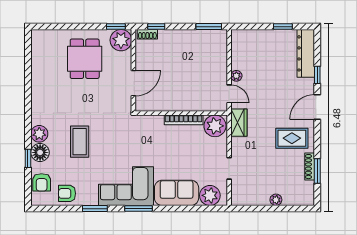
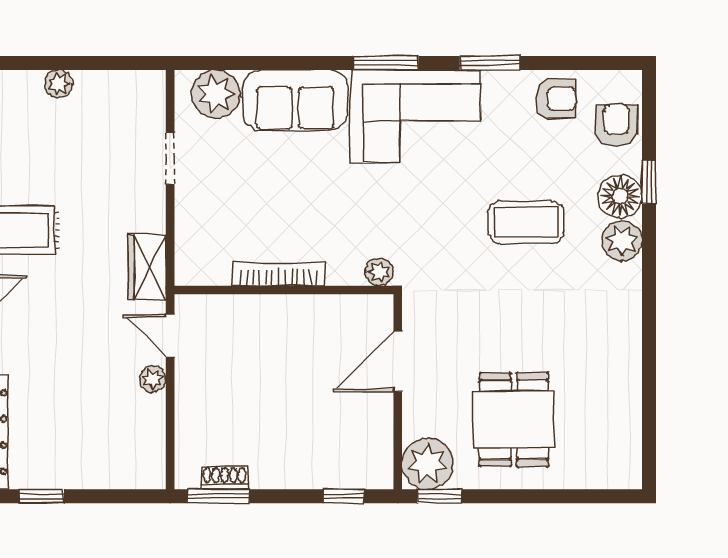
shoe rack: (147, 34) -> (225, 478), moved
plant: (215, 126) -> (379, 272), moved, width x0.53, depth x0.53
coffee table: (80, 142) -> (526, 222), turned 90

